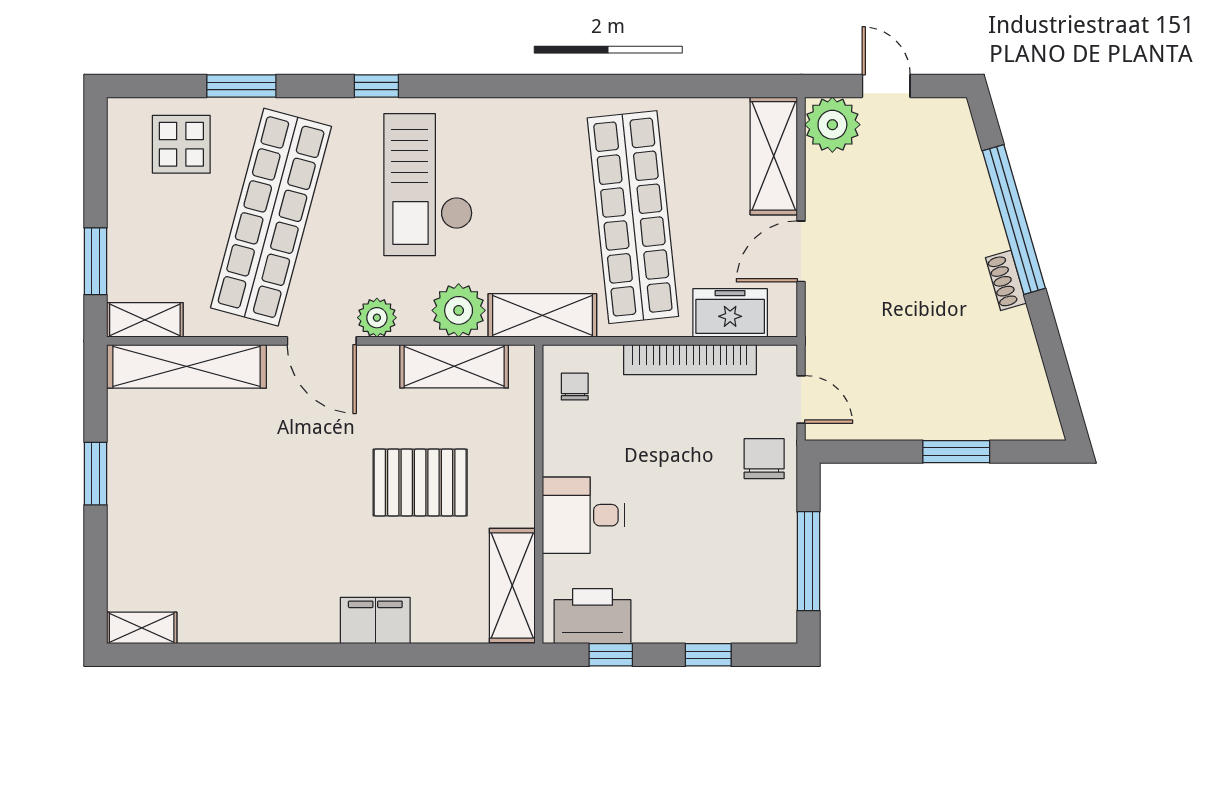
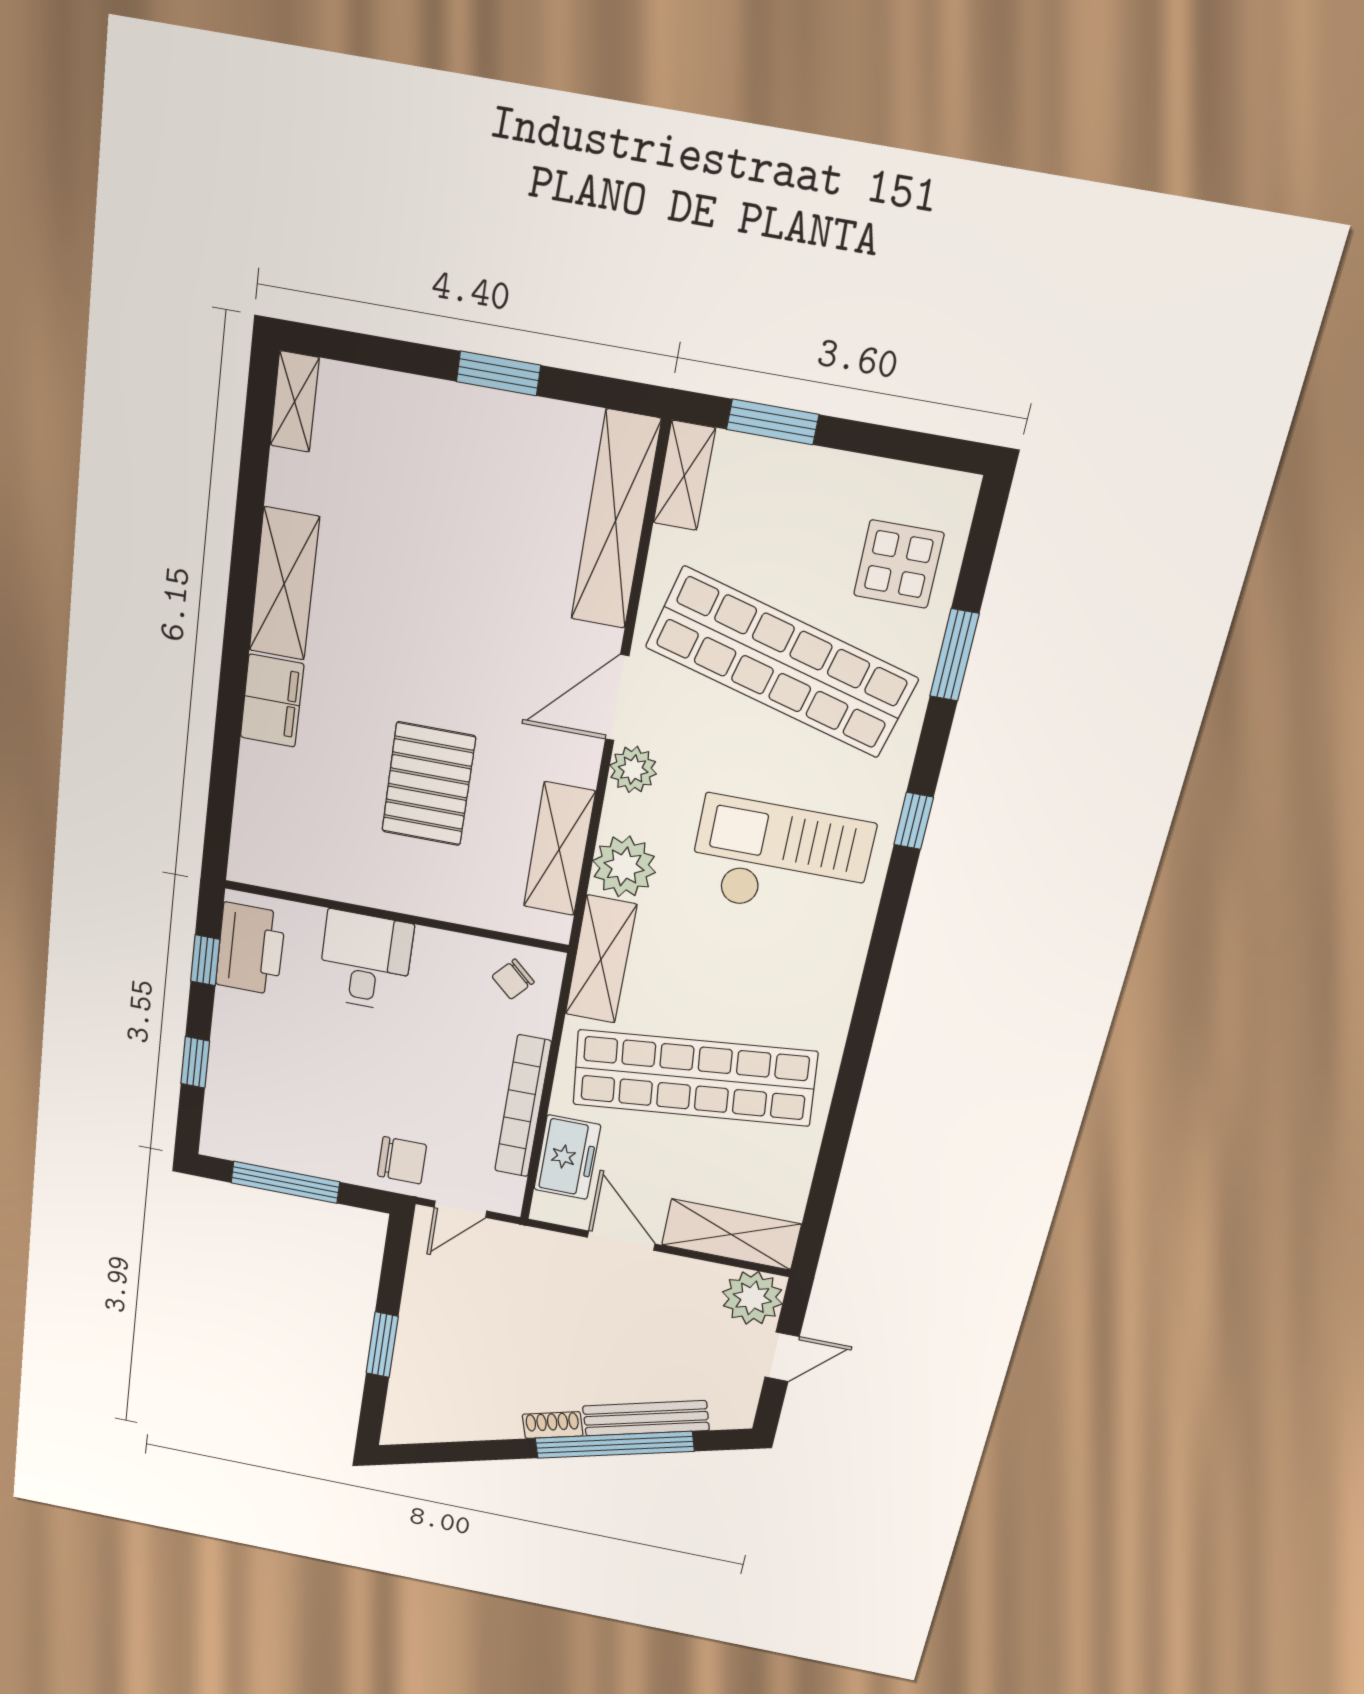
bench: (979, 196) -> (646, 1418), added
chair: (575, 387) -> (513, 979), turned 132
shelving: (512, 586) -> (284, 584), moved, turned 90

